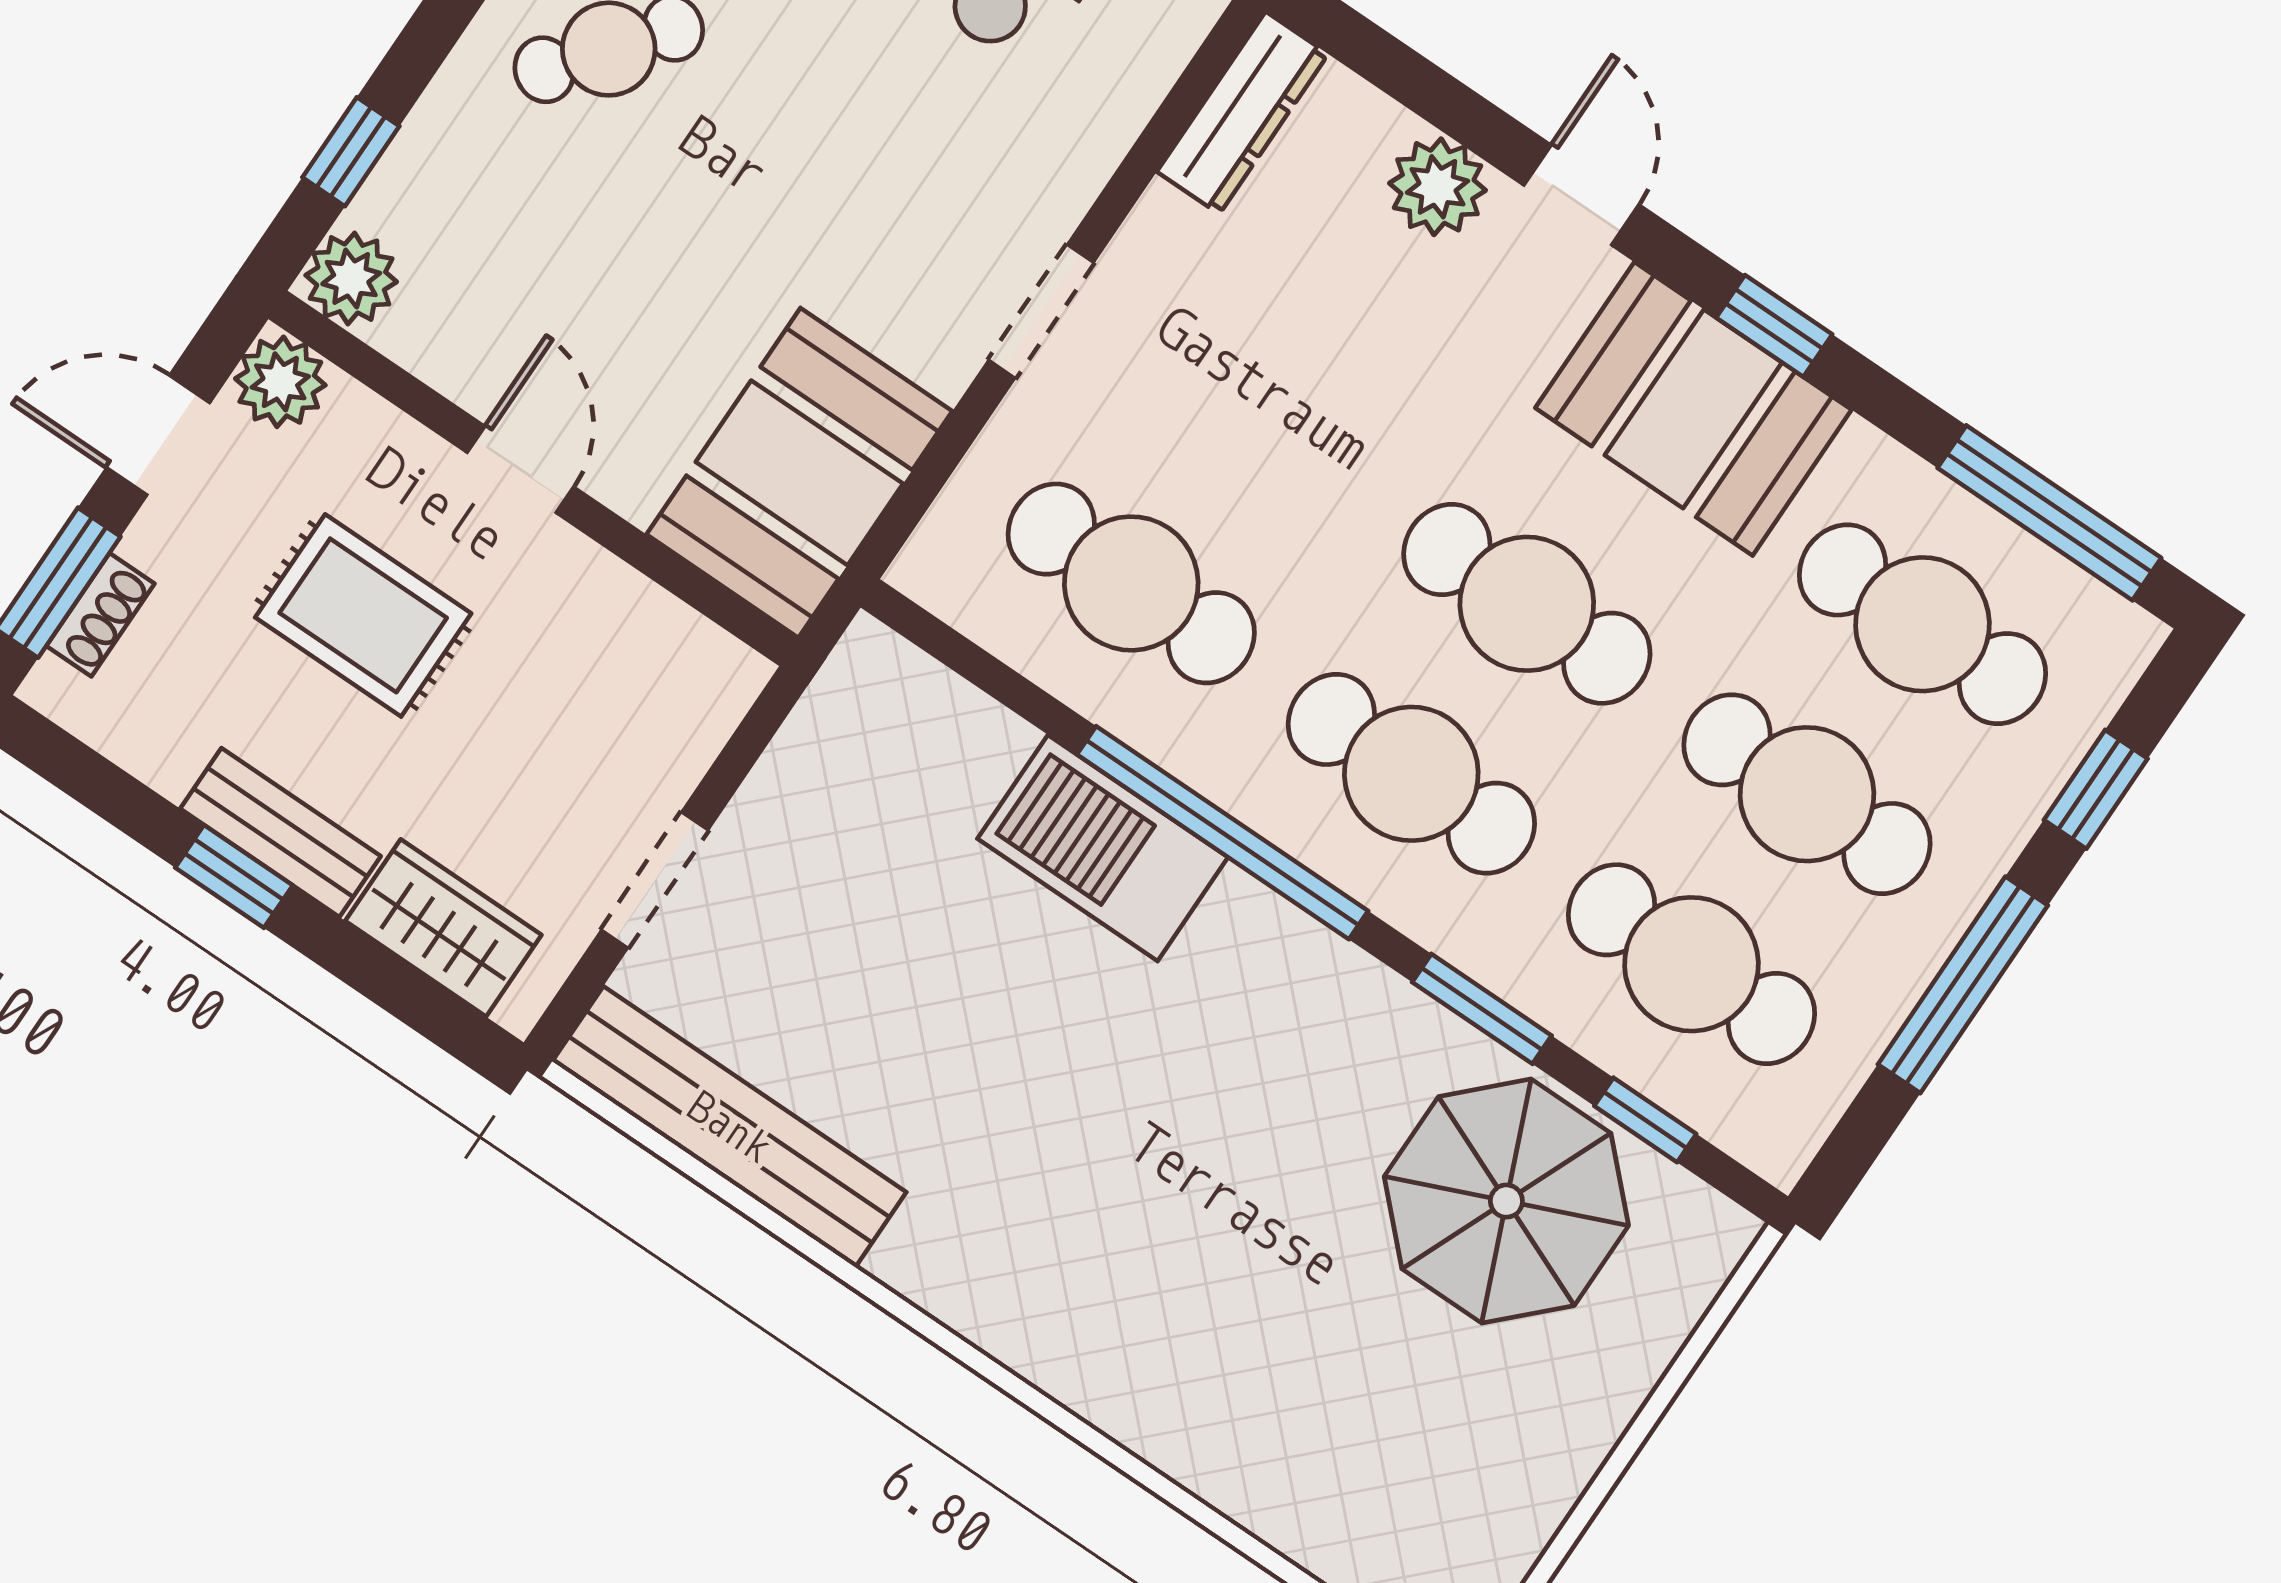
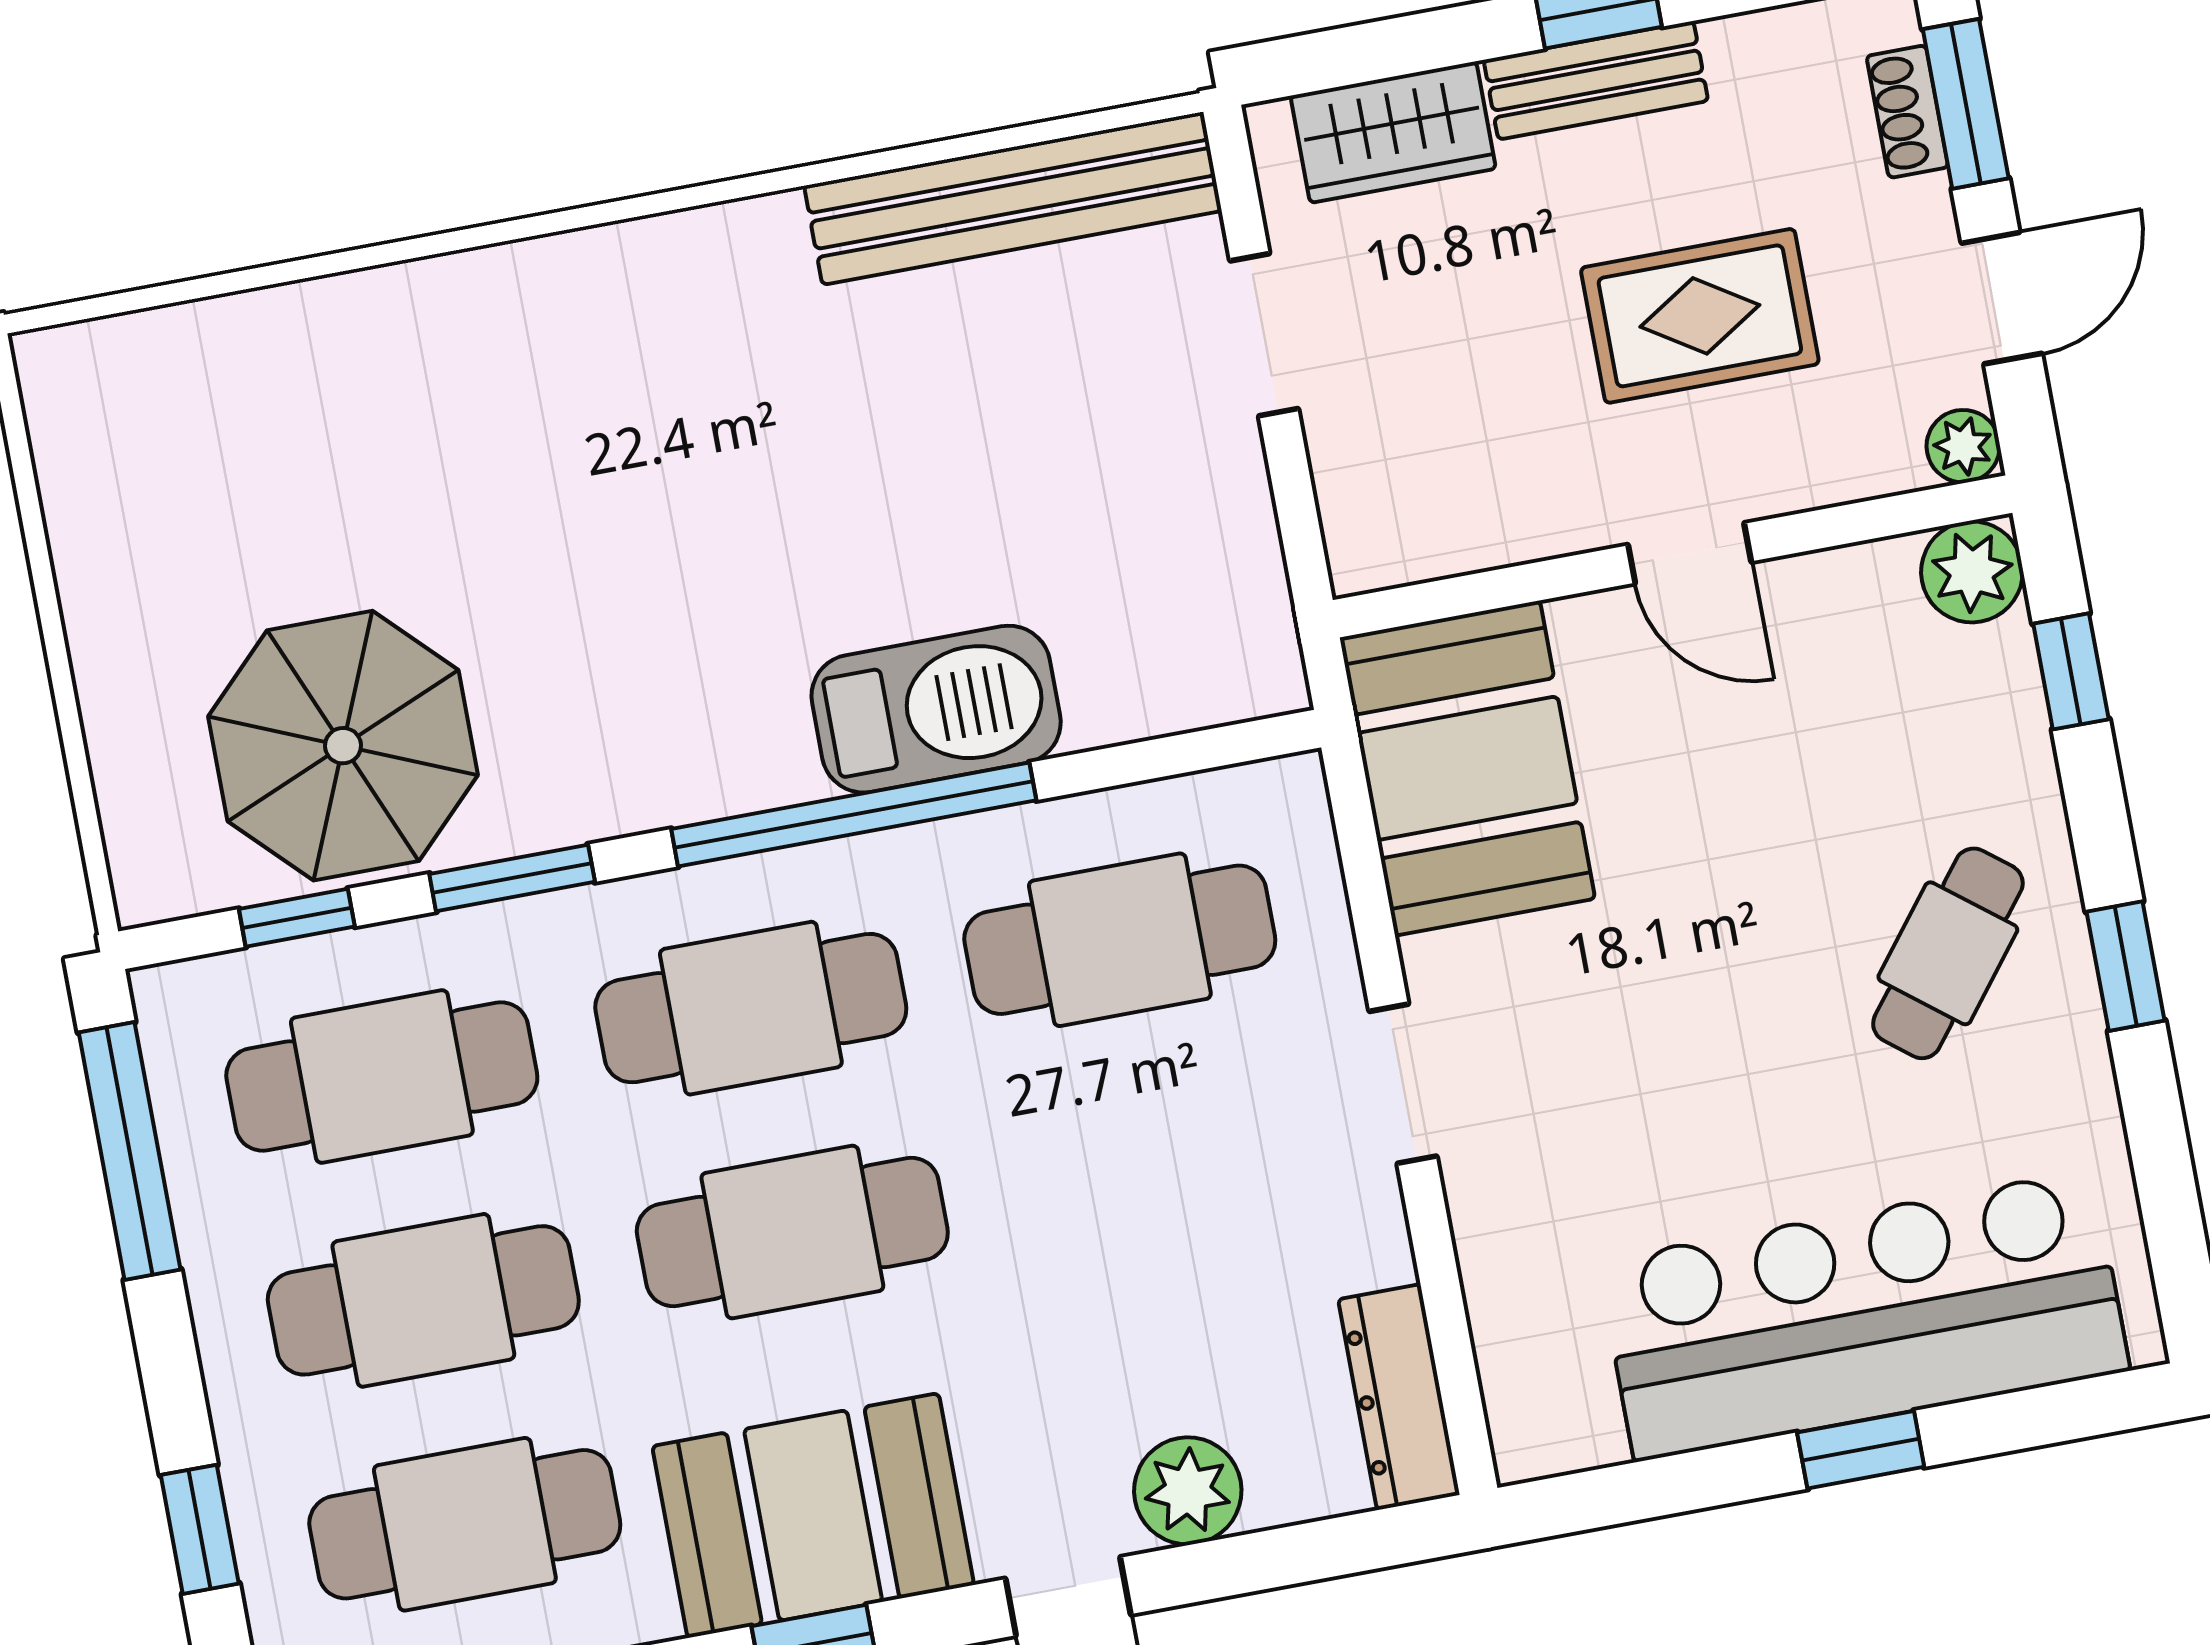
plant: (280, 382) -> (1963, 446), width x0.73, depth x0.73
window: (1963, 985) -> (130, 1151), moved

